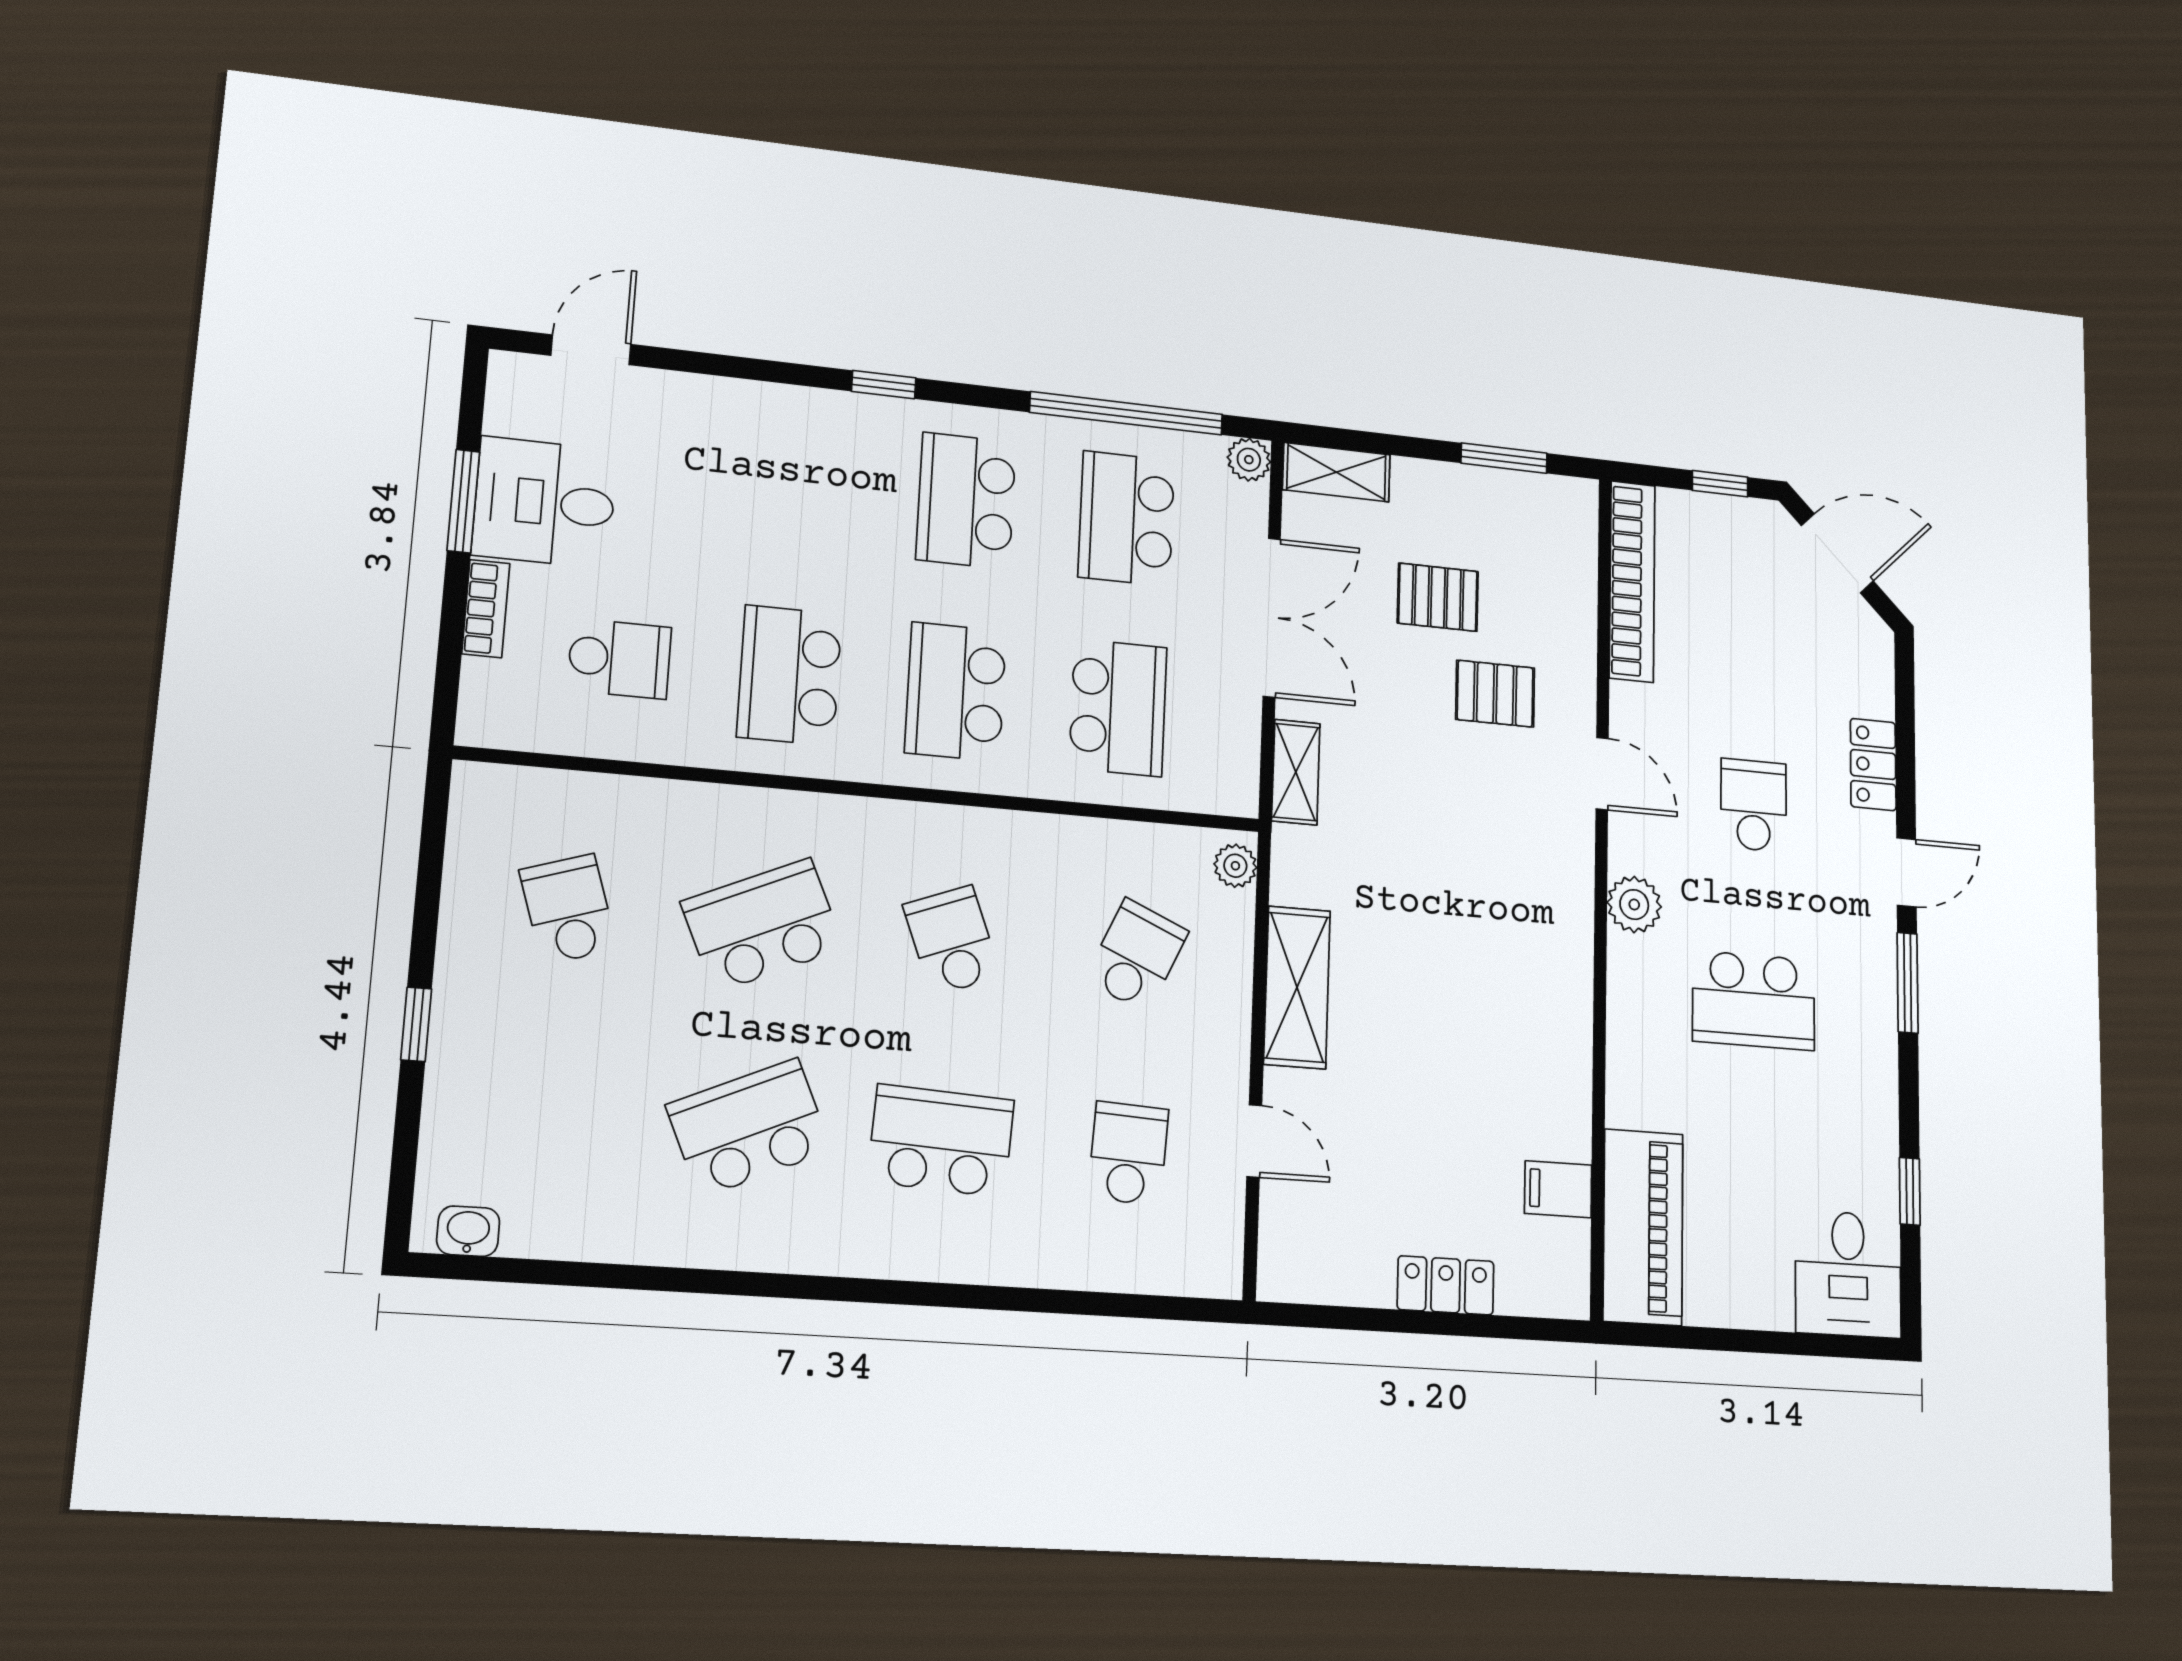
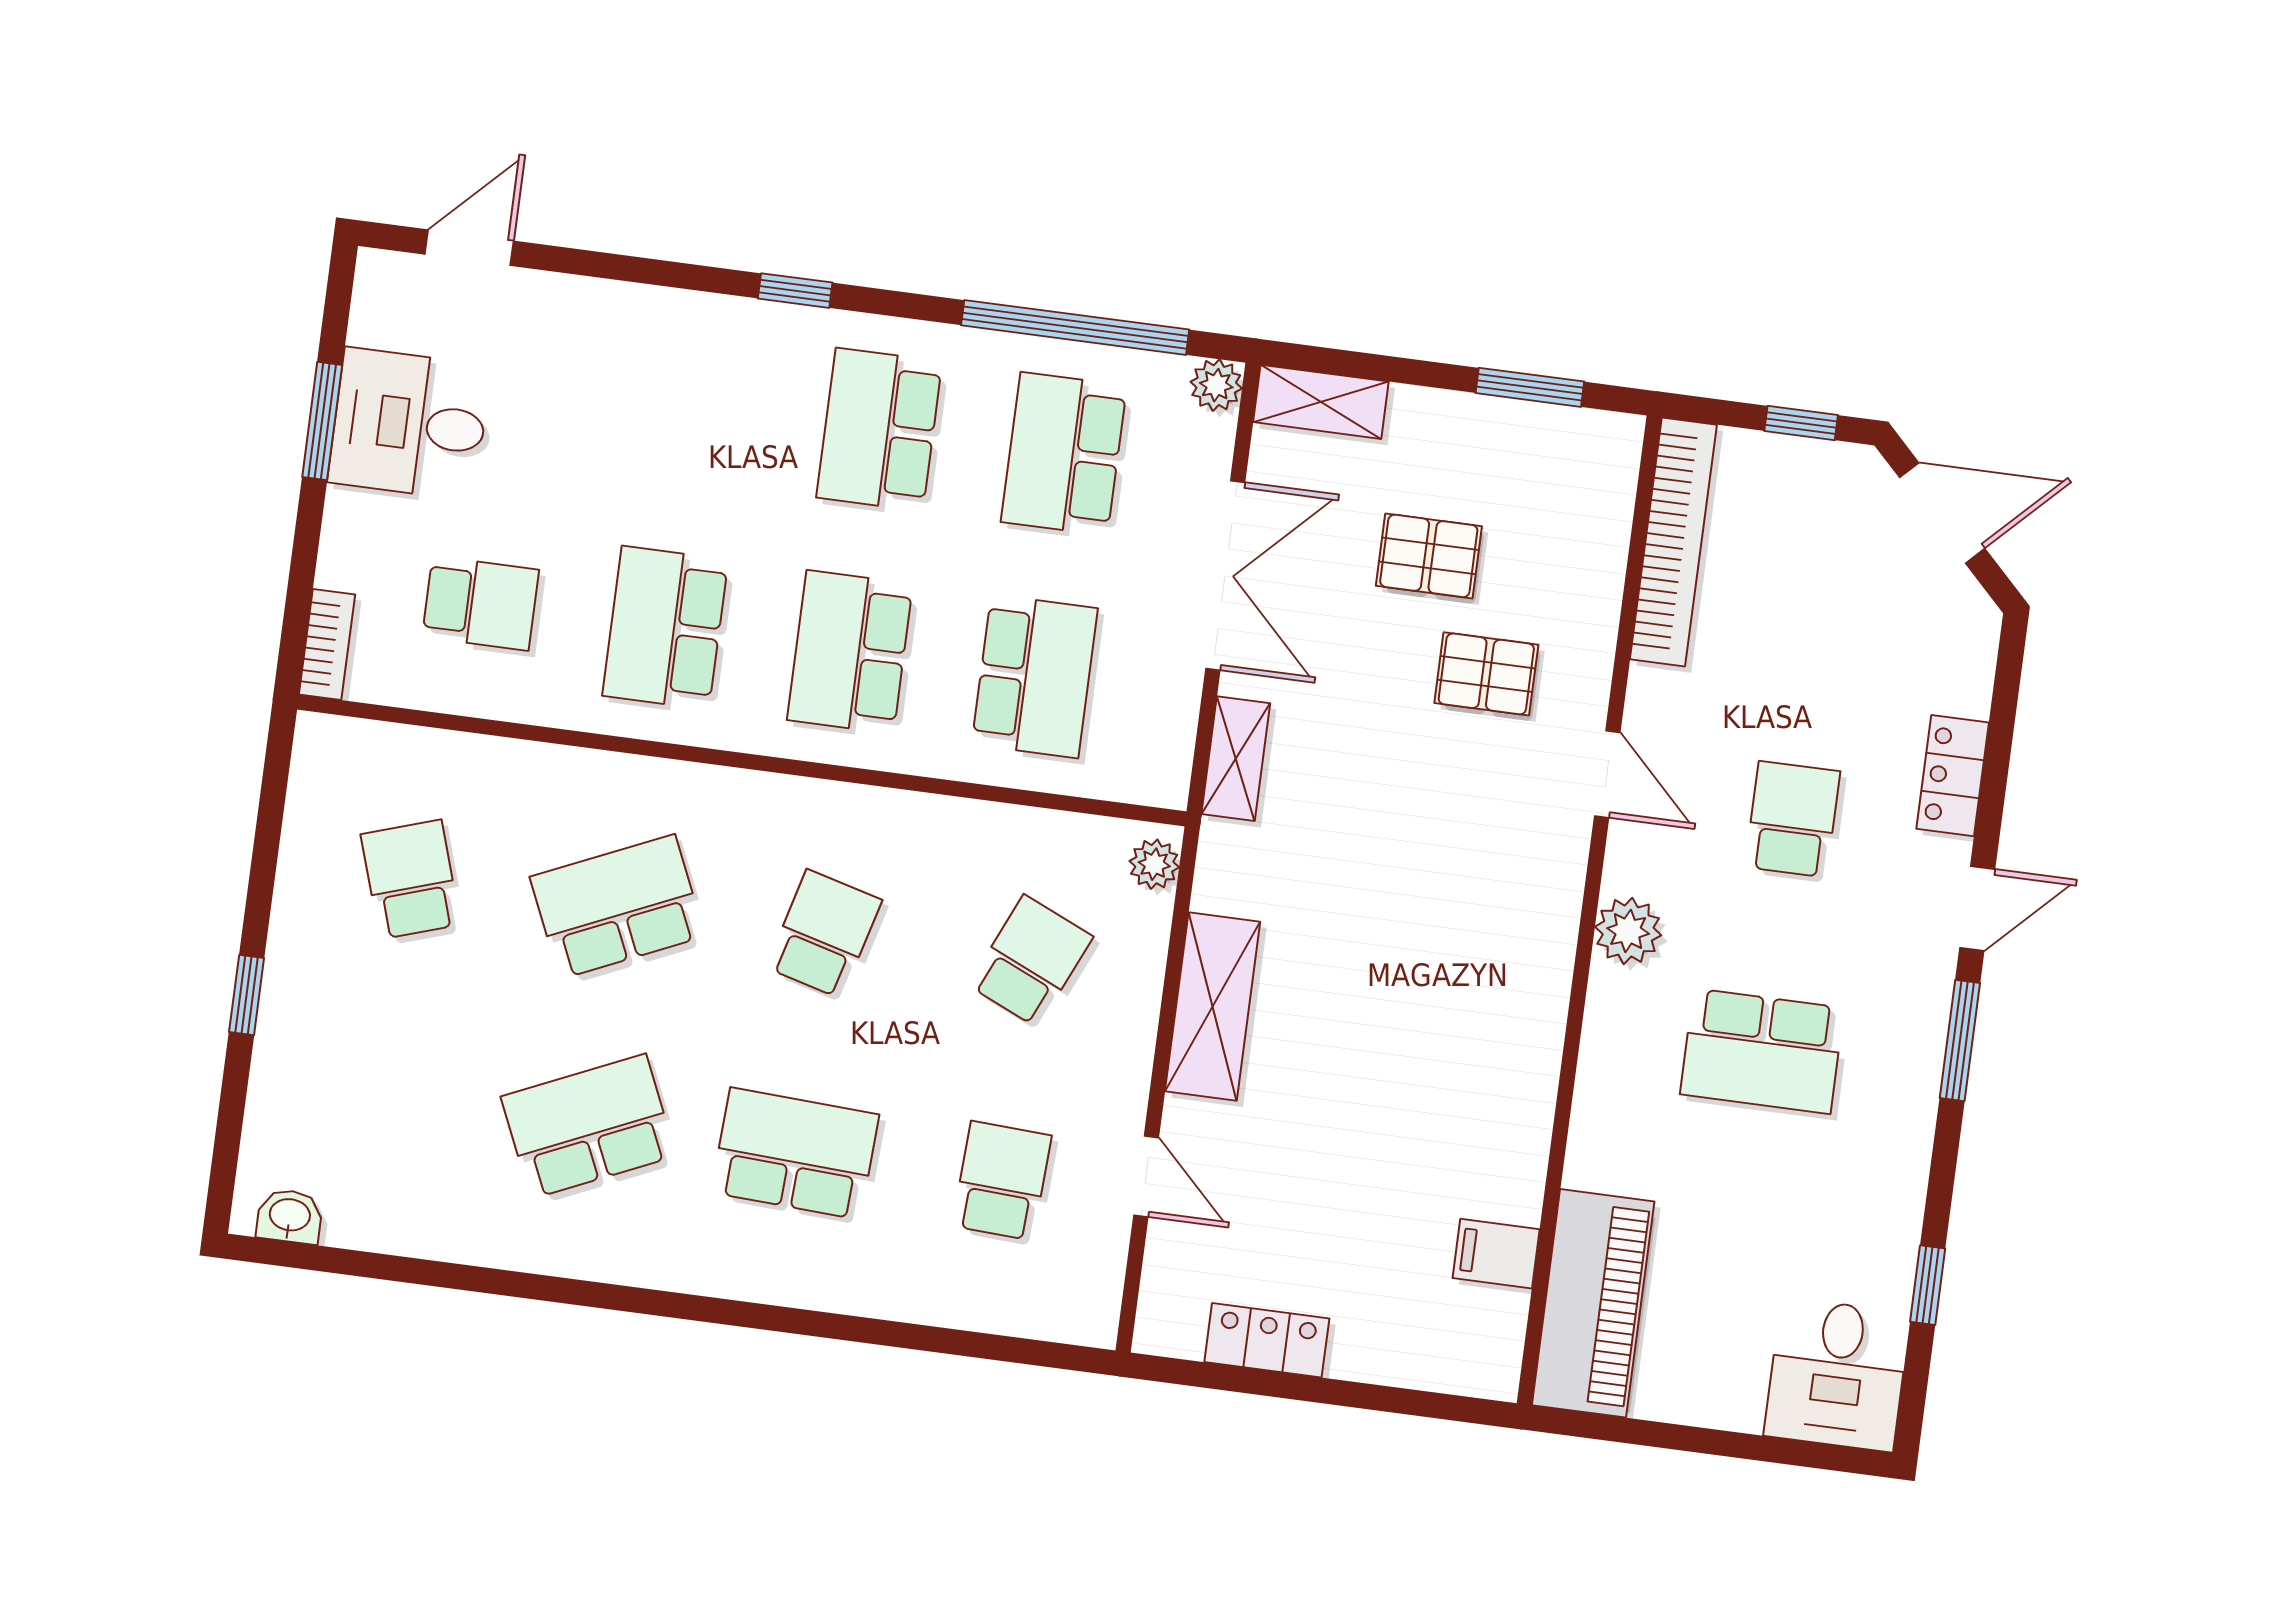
bookcase: (486, 609) -> (327, 644), moved
school desk: (952, 941) -> (824, 934), turned 36
locker: (1446, 1285) -> (1267, 1340), moved

